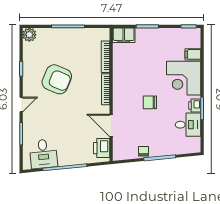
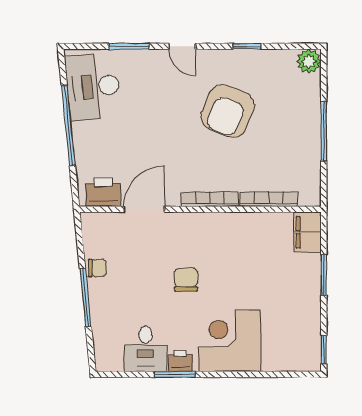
filing cabinet: (193, 54) -> (273, 358), removed
desk: (43, 154) -> (93, 87), width x1.37

